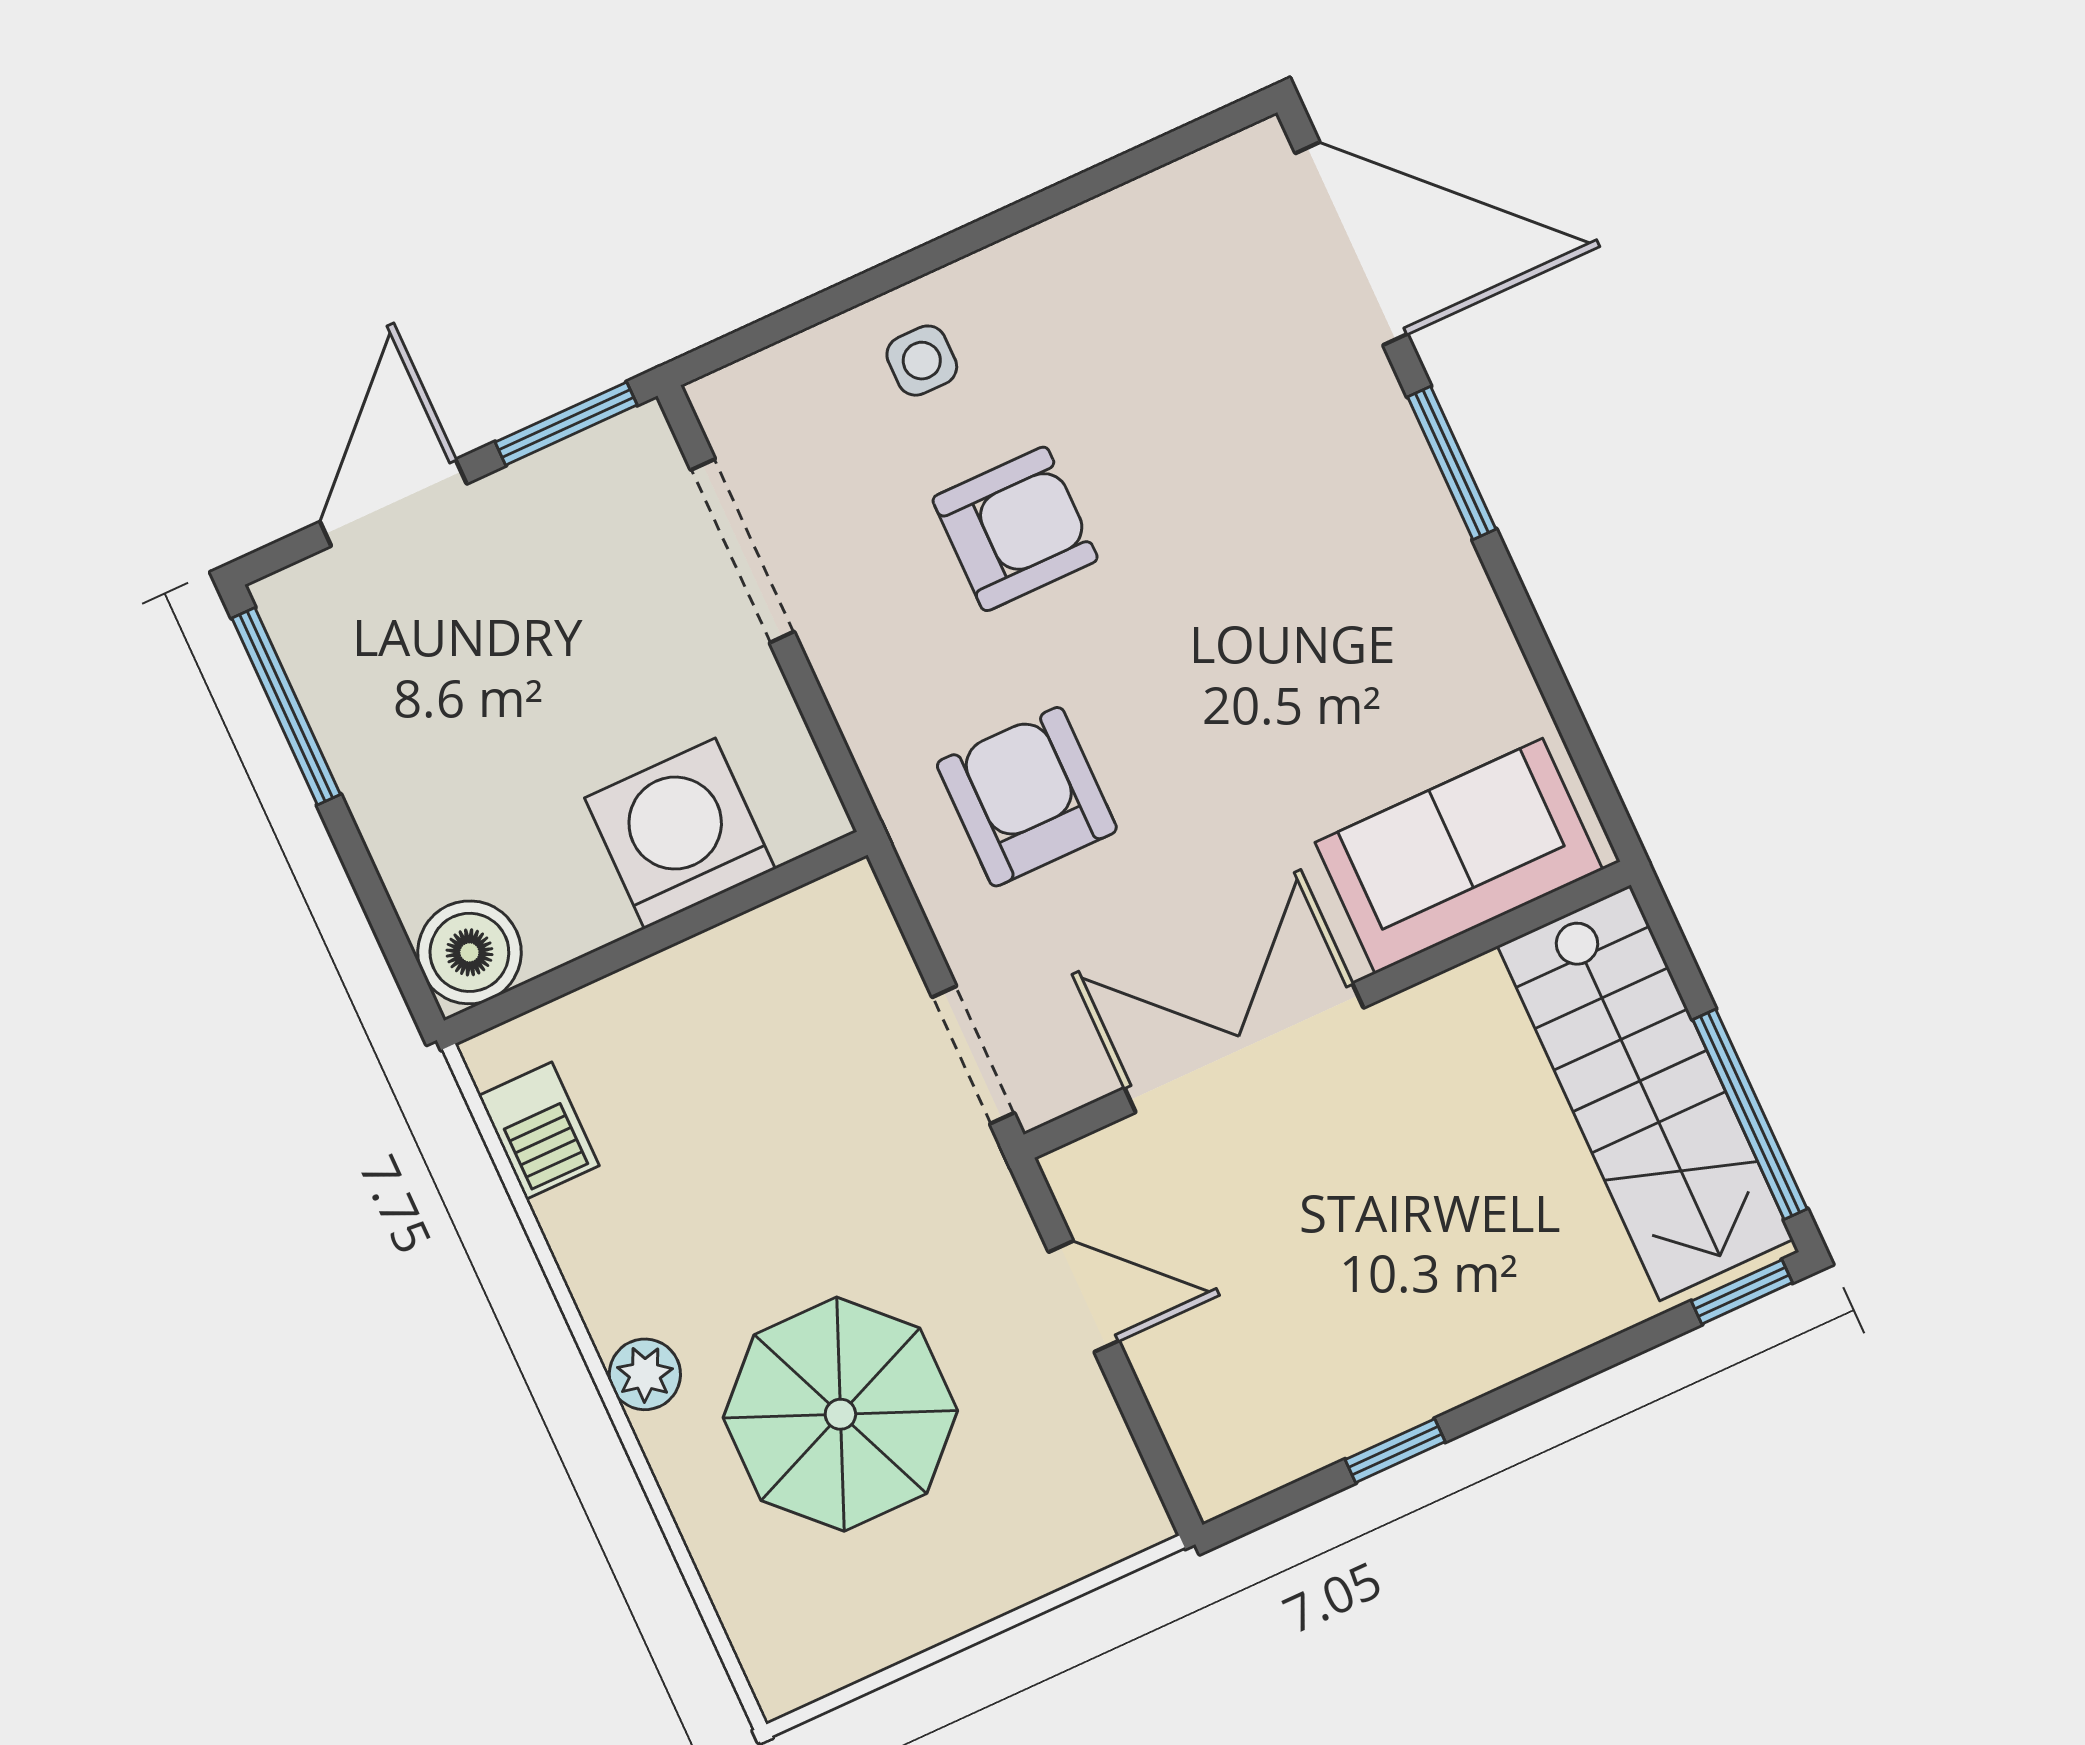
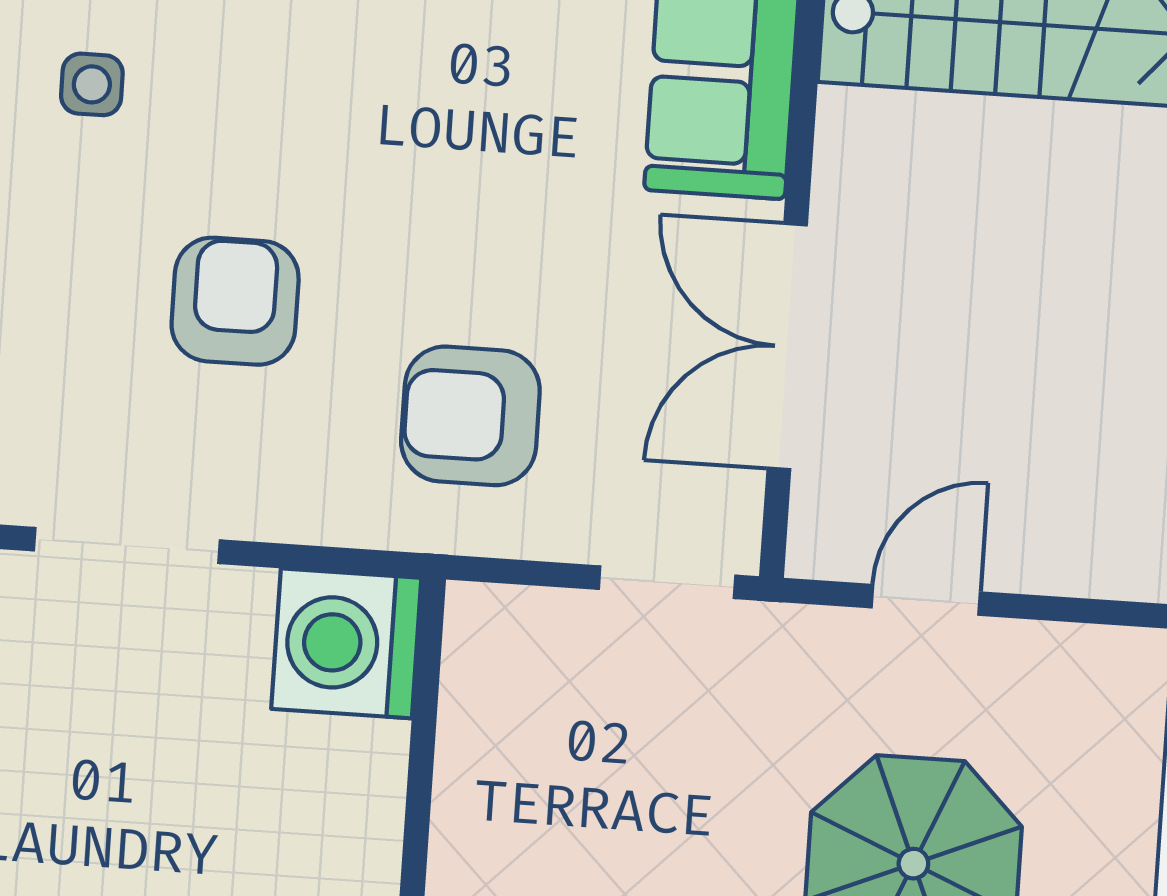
side table: (922, 361) -> (92, 84), moved
washing machine: (680, 834) -> (346, 643), moved

